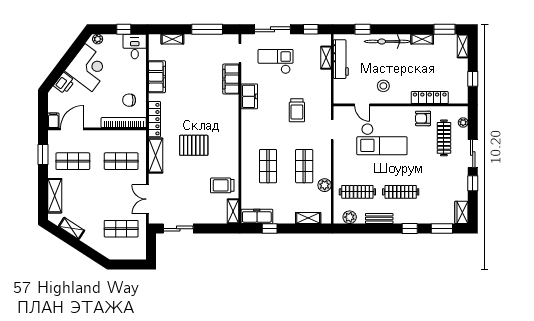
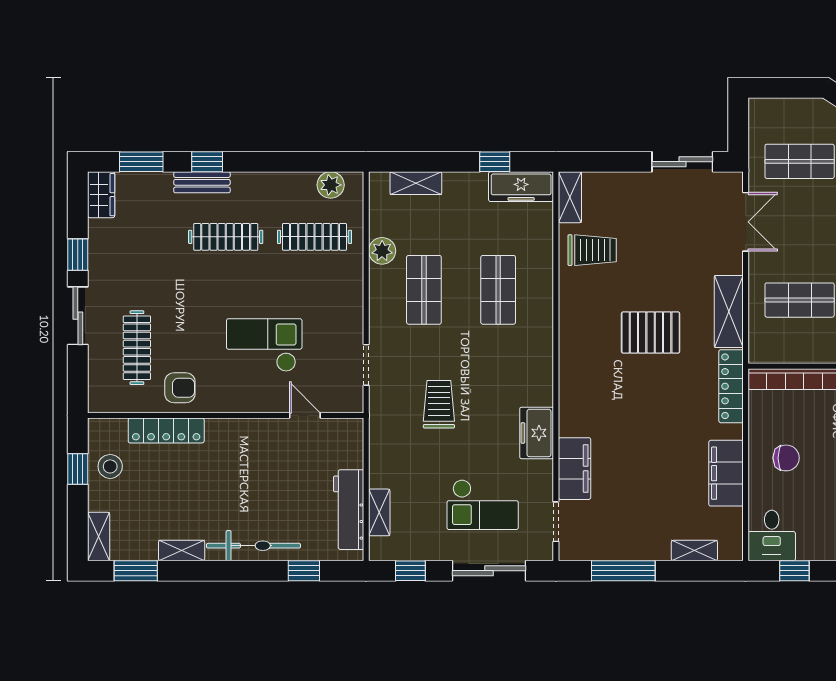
stool: (383, 86) -> (110, 466), moved
chair: (129, 100) -> (786, 458), moved
plant: (463, 122) -> (98, 379), removed
checkout: (382, 139) -> (264, 345), width x0.73, depth x0.83
bench: (379, 218) -> (202, 182), moved

